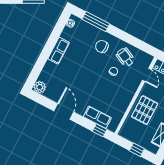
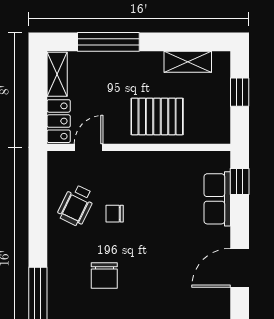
chair: (102, 46) -> (104, 276), moved

